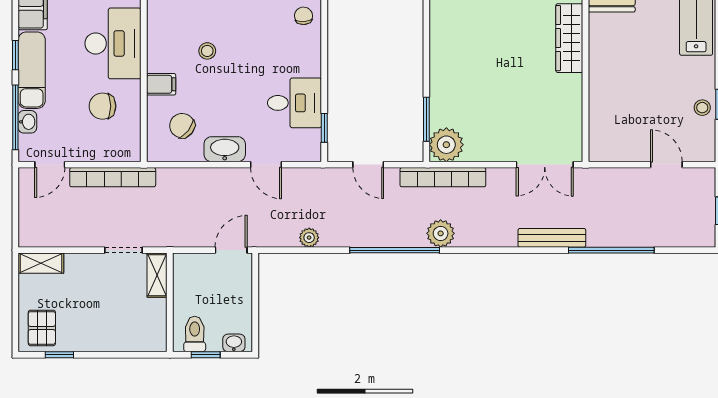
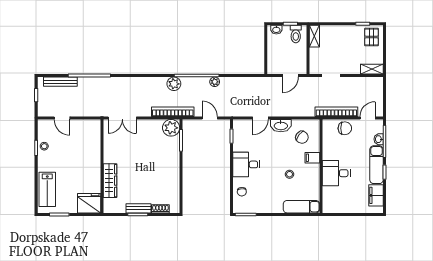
desk: (113, 43) -> (336, 173), width x0.73
desk: (294, 103) -> (246, 164), moved
chair: (102, 106) -> (345, 128), moved
door: (266, 165) -> (260, 118), swing flipped
double door: (545, 165) -> (122, 118), swing flipped
plant: (309, 238) -> (215, 82), moved
bench: (552, 238) -> (60, 82), moved
door: (231, 250) -> (290, 76), moved
shelving: (157, 275) -> (314, 36), moved

